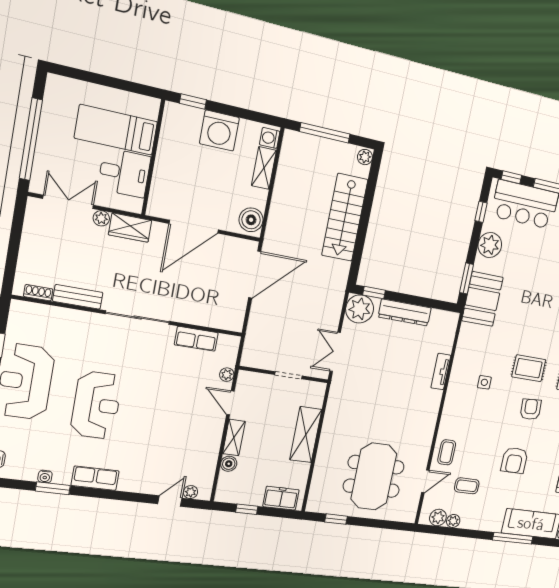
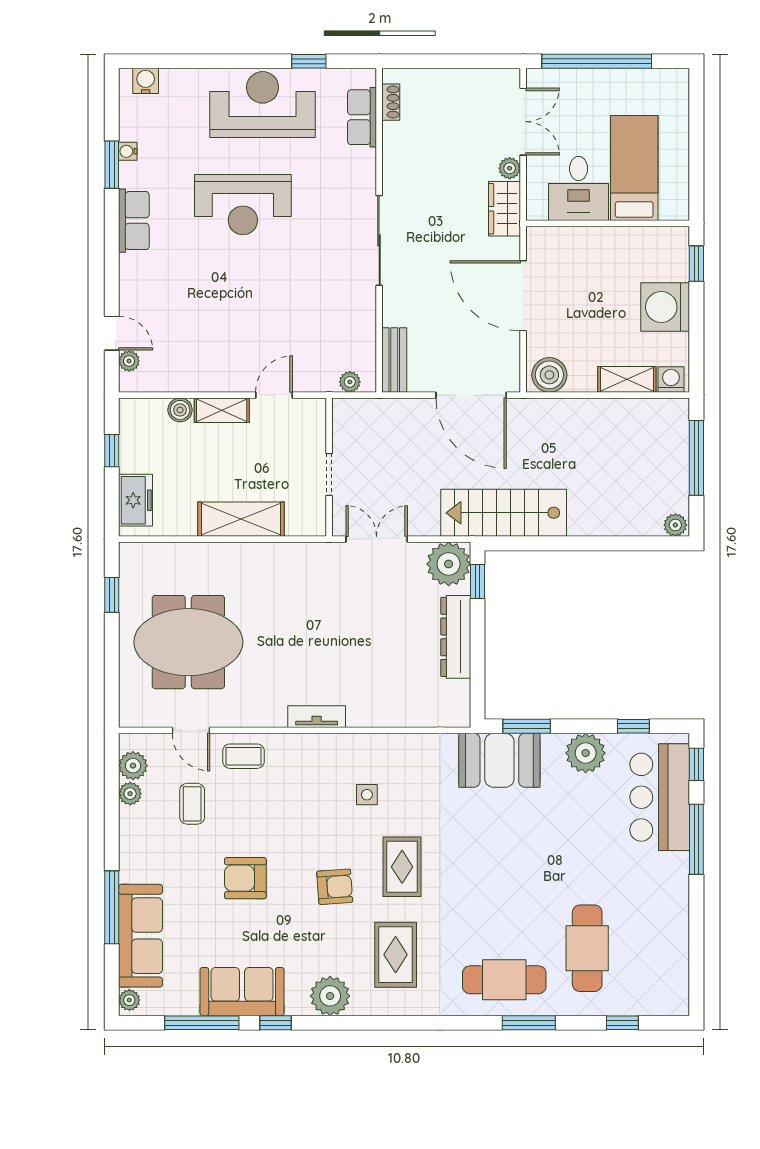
stairs: (345, 217) -> (504, 513), moved
bench: (78, 297) -> (394, 360), moved
row of seats: (196, 339) -> (362, 117), moved
tv unit: (441, 372) -> (317, 717), moved
plant: (227, 375) -> (350, 382), moved

